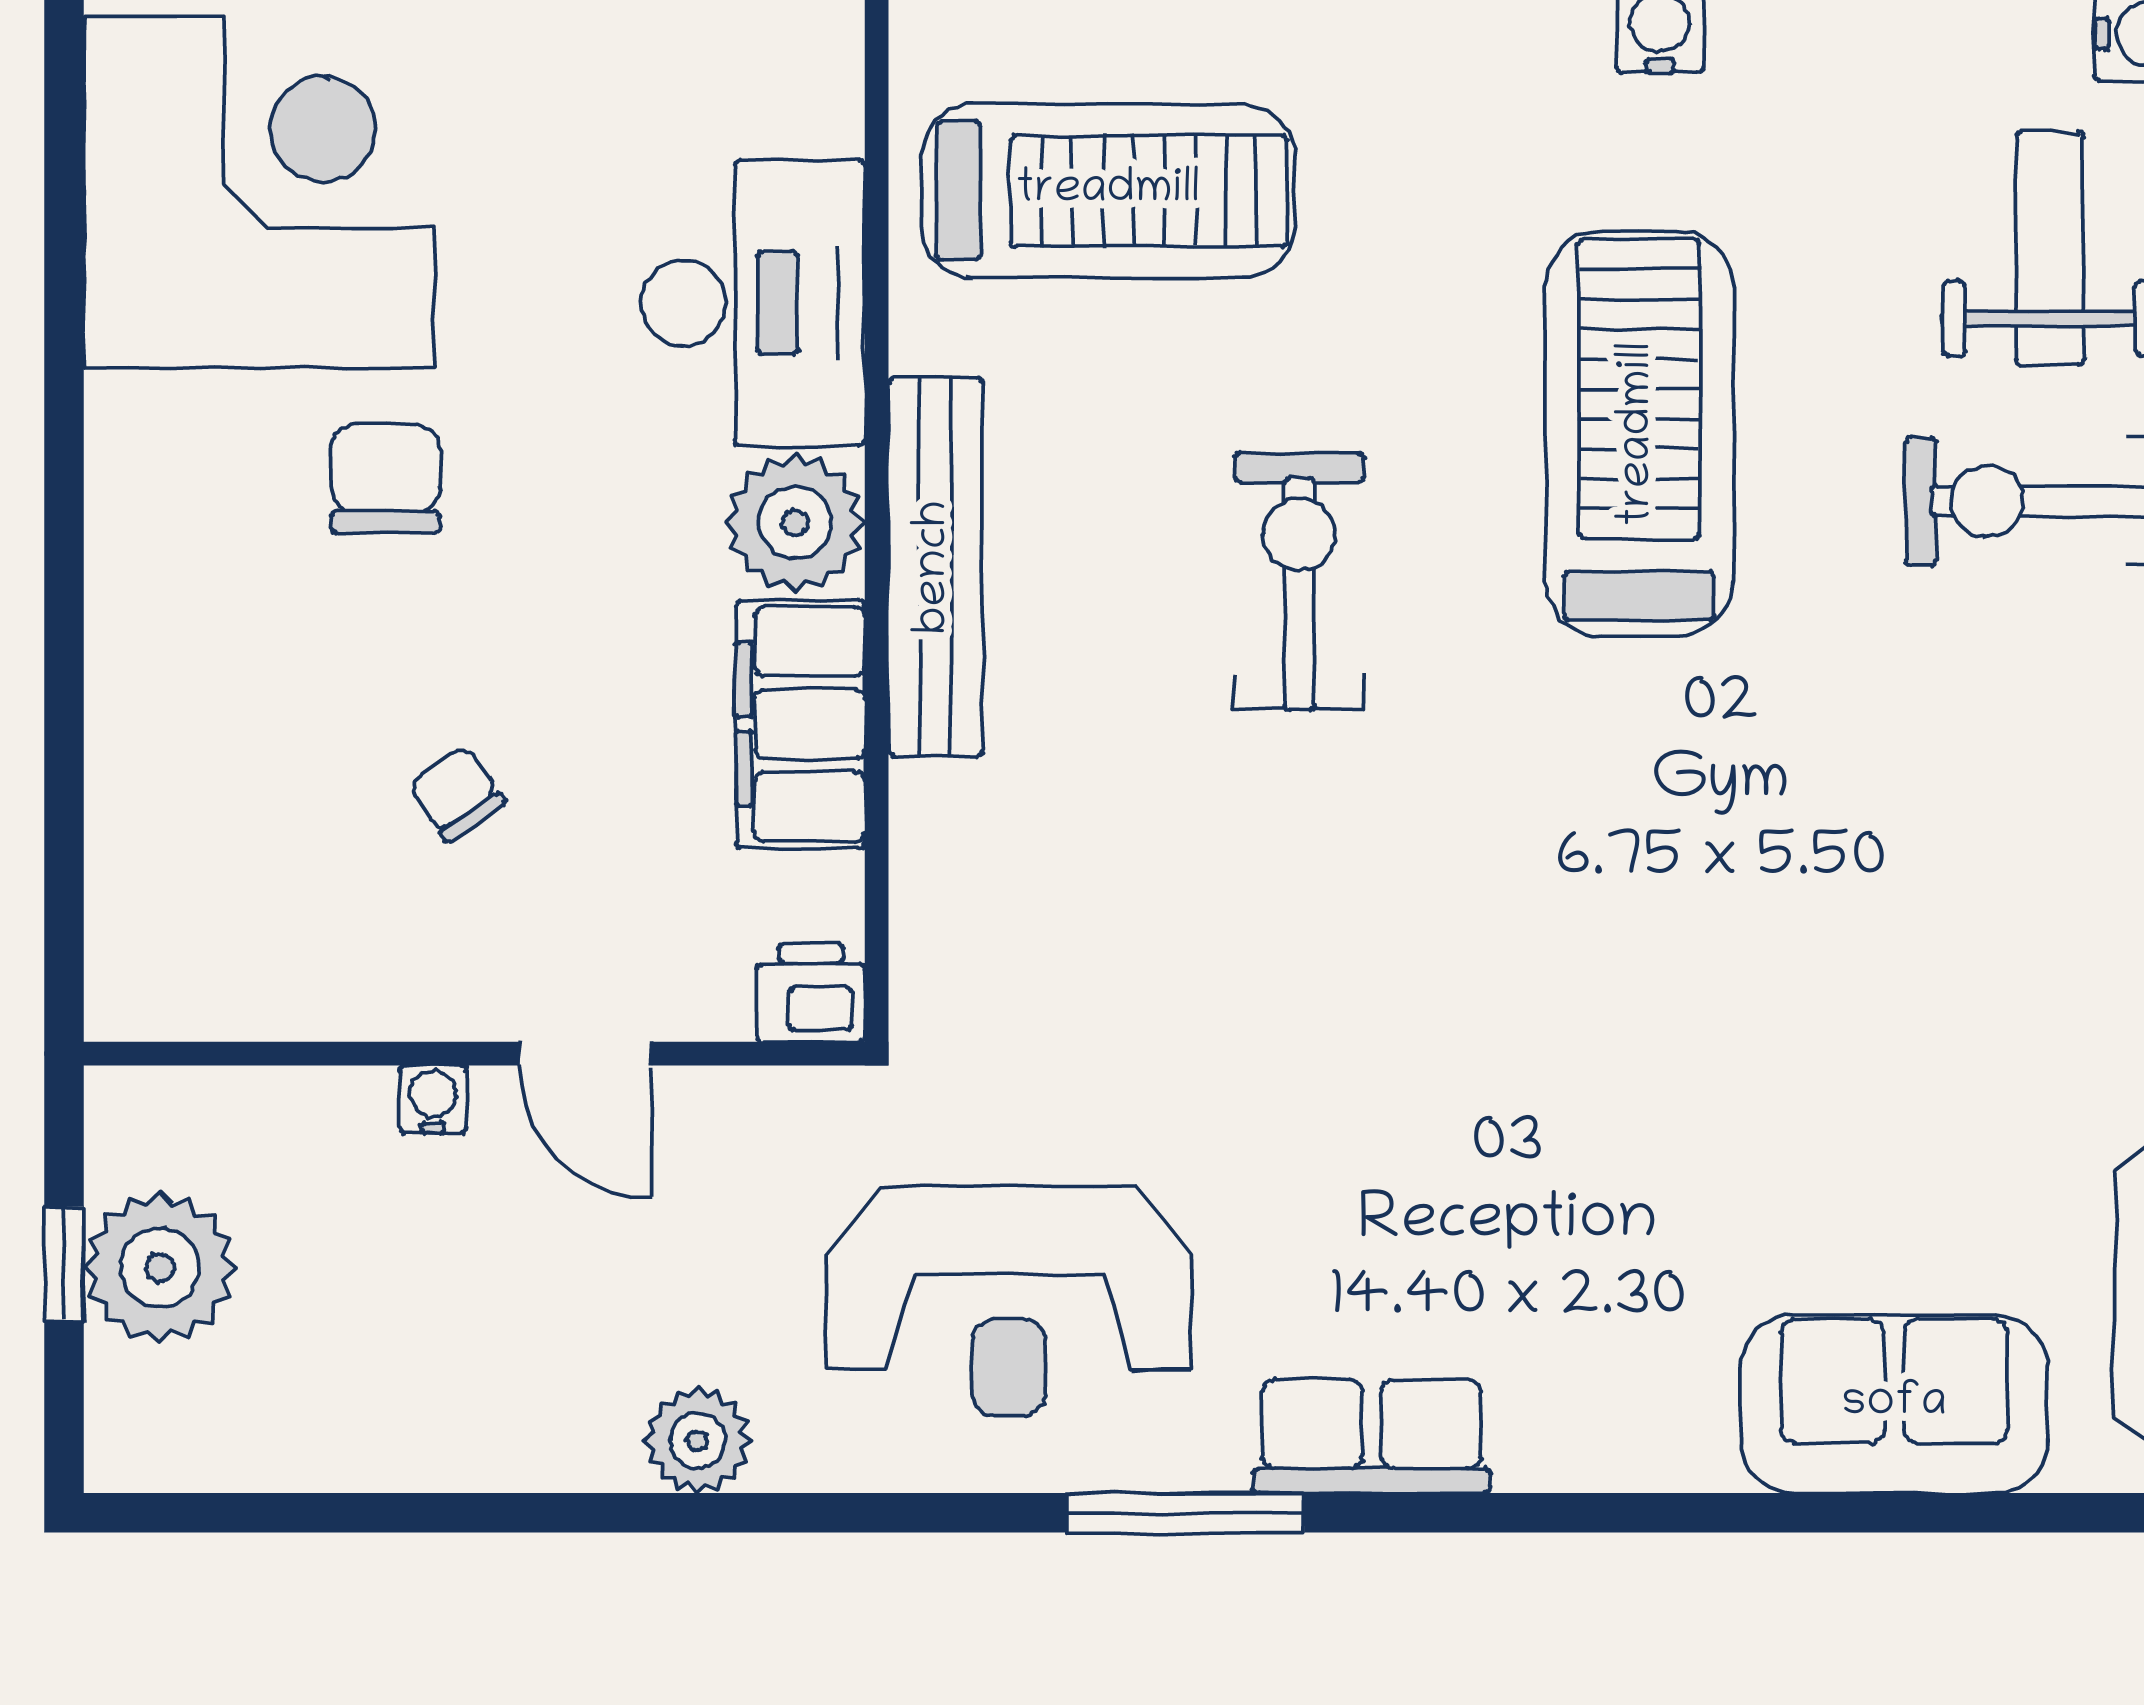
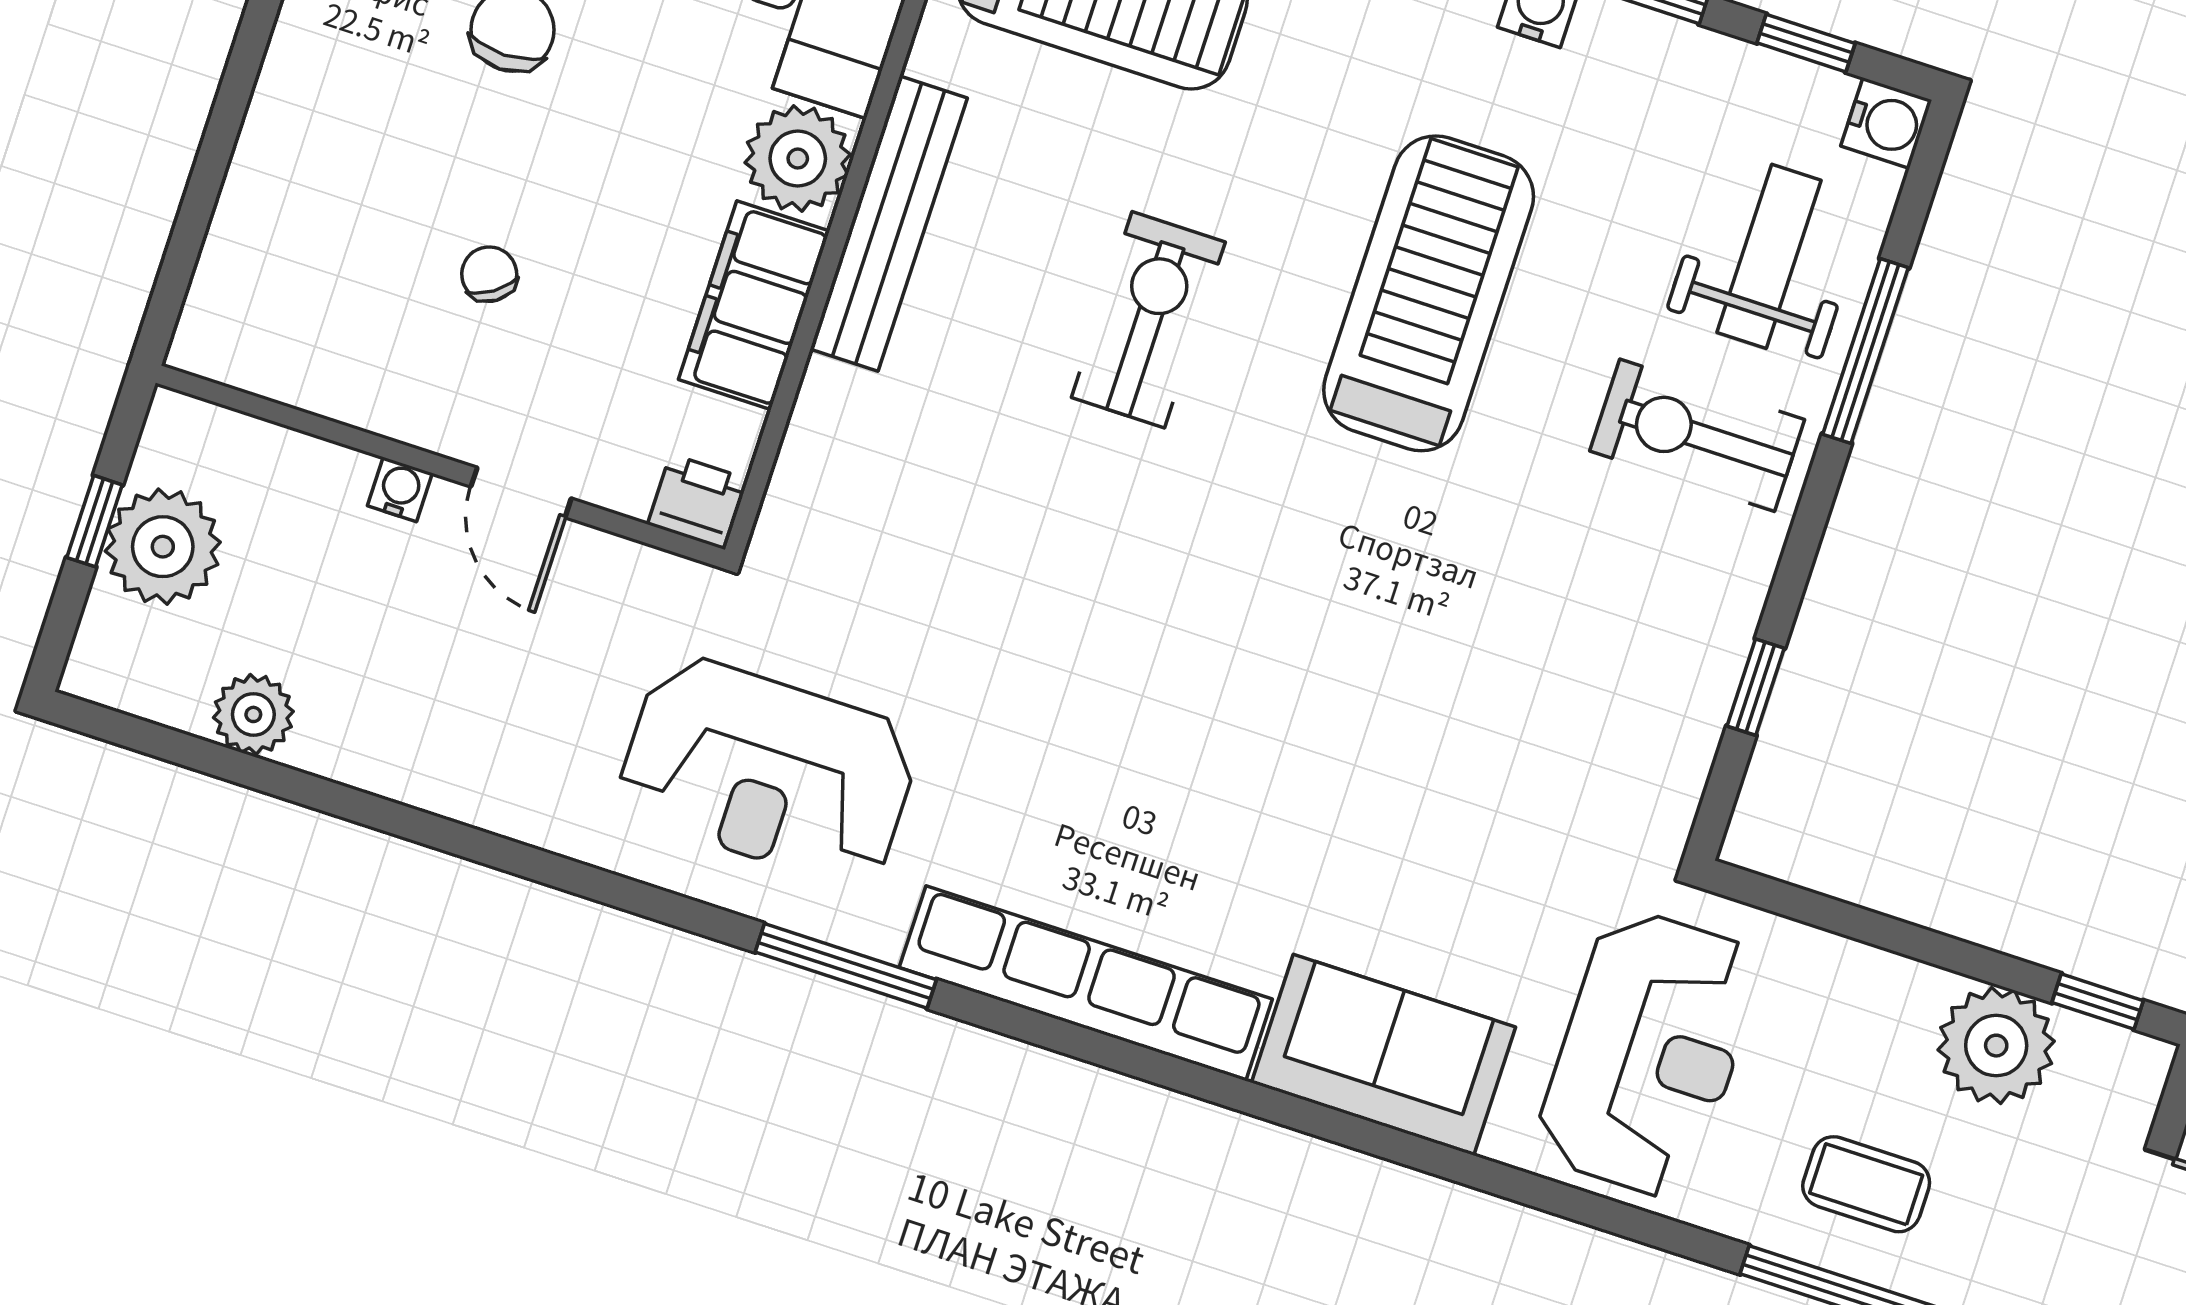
row of seats: (1372, 1436) -> (1086, 983), width x2.02
plant: (698, 1441) -> (253, 714), moved

